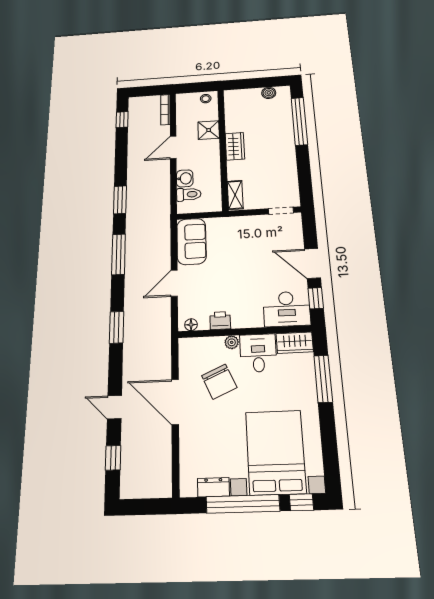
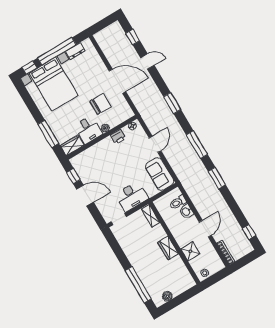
desk: (287, 309) -> (132, 196), moved, turned 180
chair: (219, 381) -> (101, 104), turned 114

